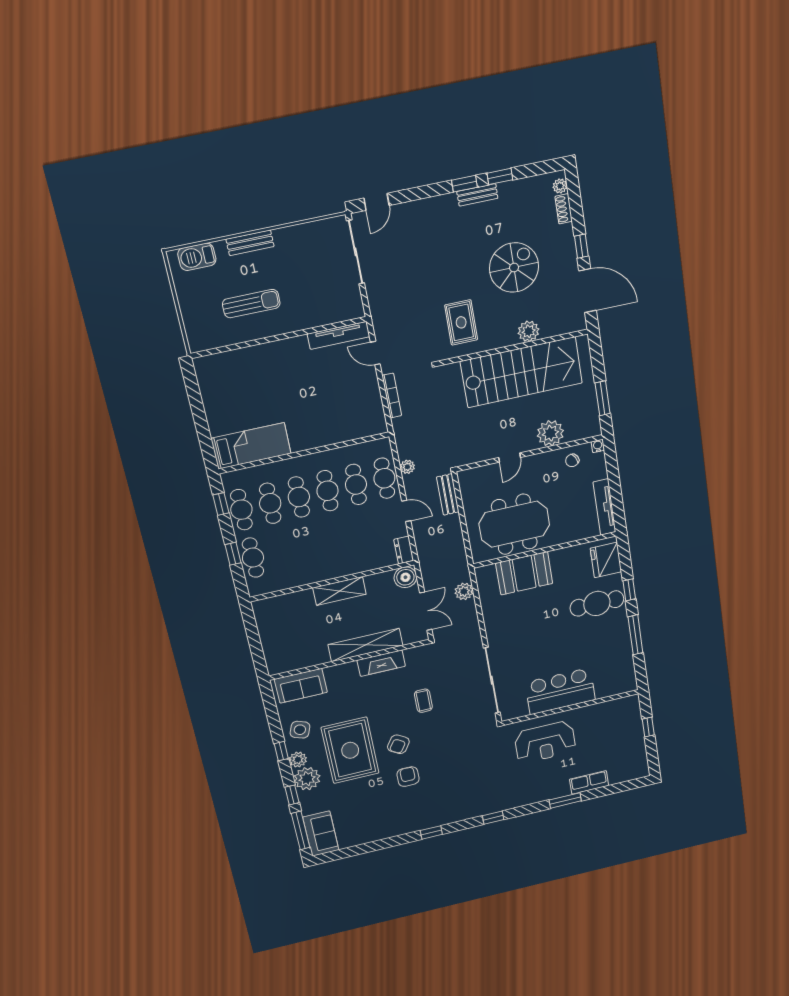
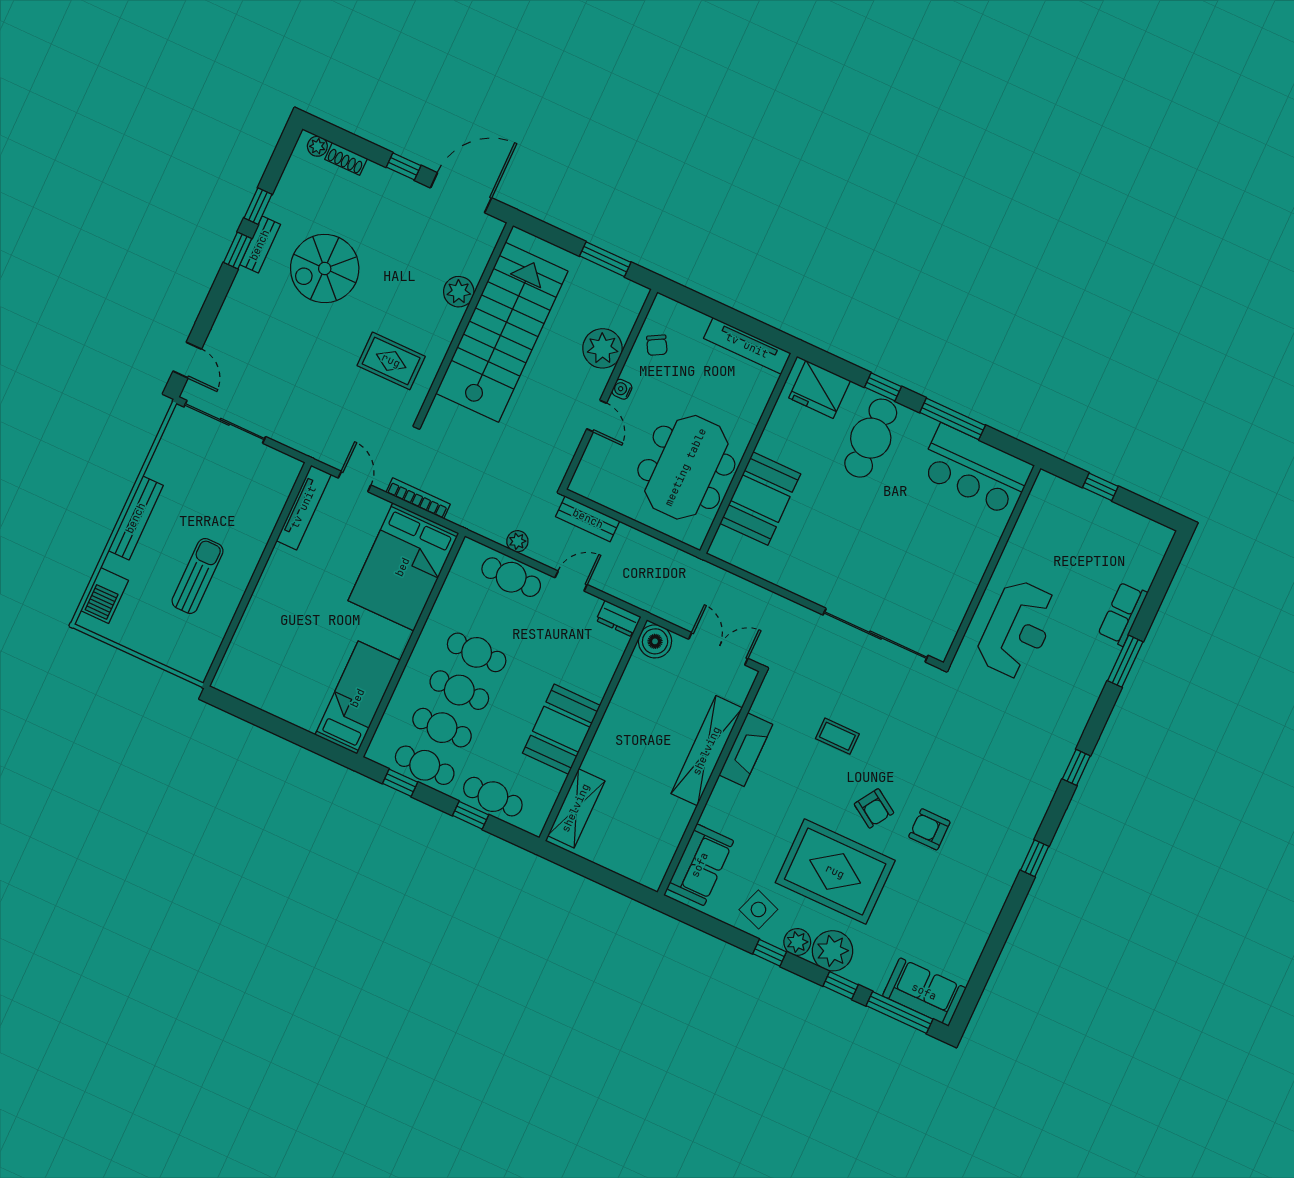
bench: (250, 243) -> (136, 518), width x1.36
spiral stairs: (514, 268) -> (325, 269), moved, turned -90
door: (375, 353) -> (355, 481), swing flipped
bed: (346, 416) -> (403, 567), added
water cooler: (598, 446) -> (622, 389), moved
cafe table: (356, 484) -> (494, 615), removed
booth: (319, 565) -> (561, 729), added
shelving: (339, 591) -> (576, 808), moved
plant: (464, 591) -> (728, 586), removed
bar counter: (560, 691) -> (976, 470), moved, turned -90

